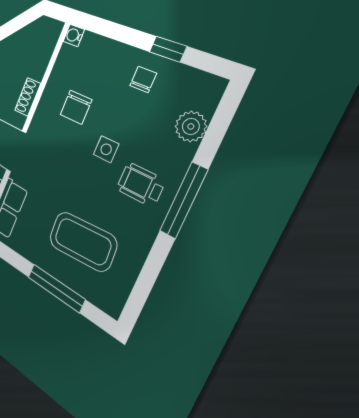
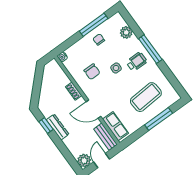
window: (168, 49) -> (94, 25), width x2.17
wheelchair: (141, 185) -> (137, 62), turned 180

